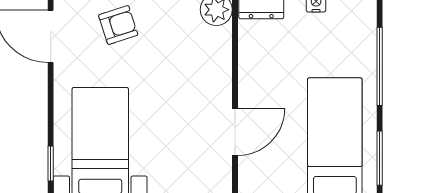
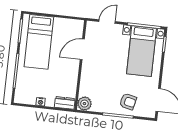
armchair: (118, 25) -> (128, 102), turned -149

